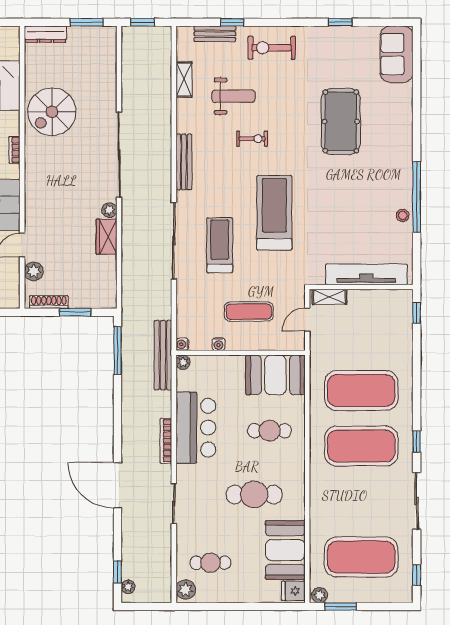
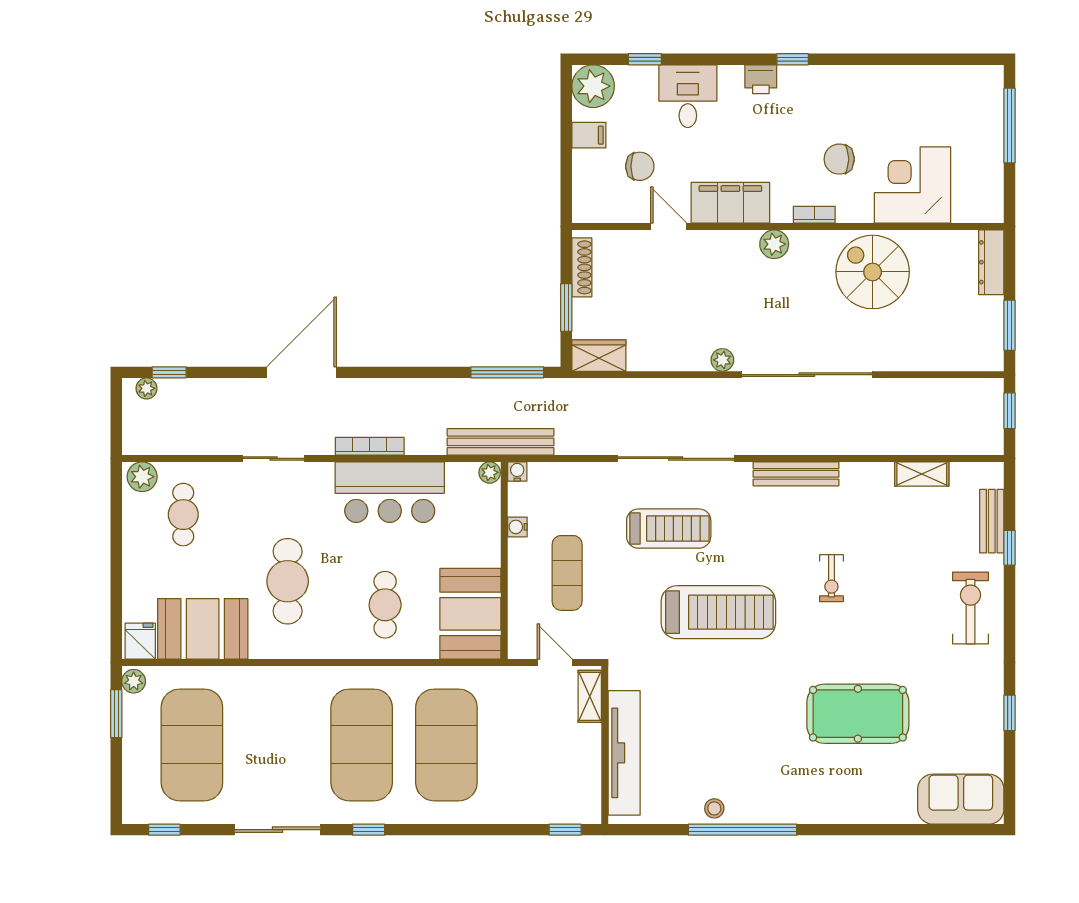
weight bench: (233, 96) -> (896, 550), removed
wardrobe: (107, 237) -> (599, 356), moved
plant: (34, 271) -> (774, 244), moved

